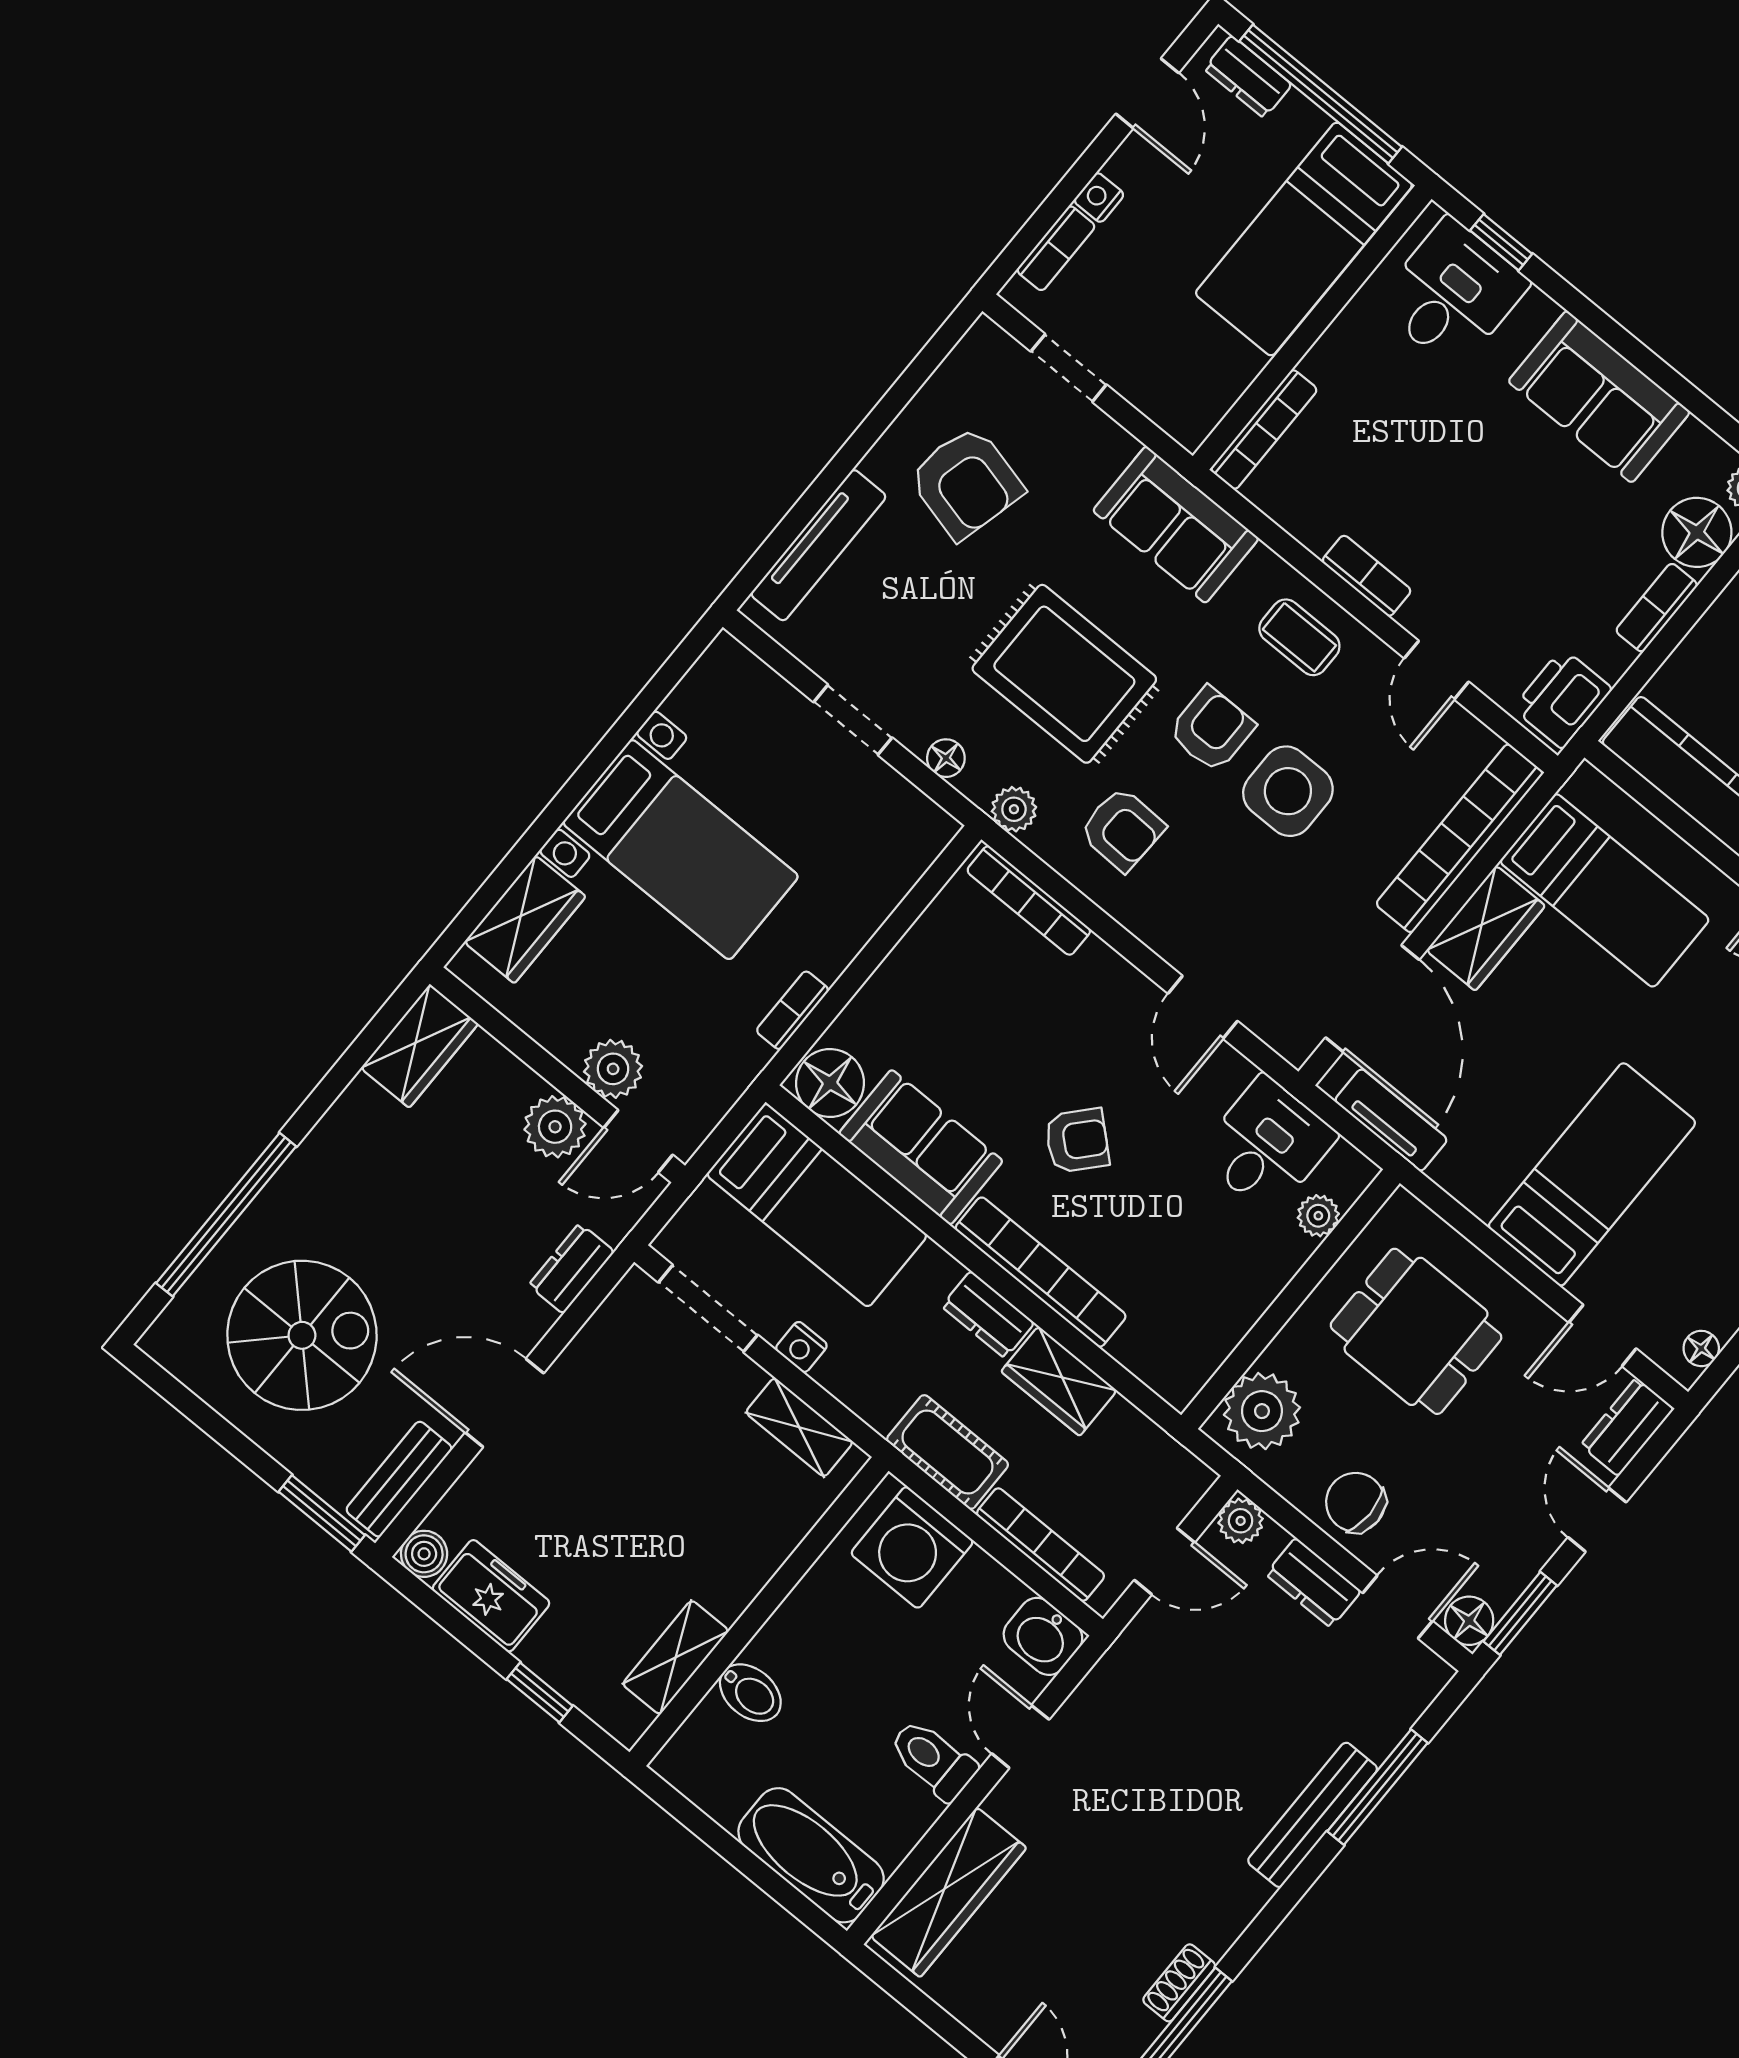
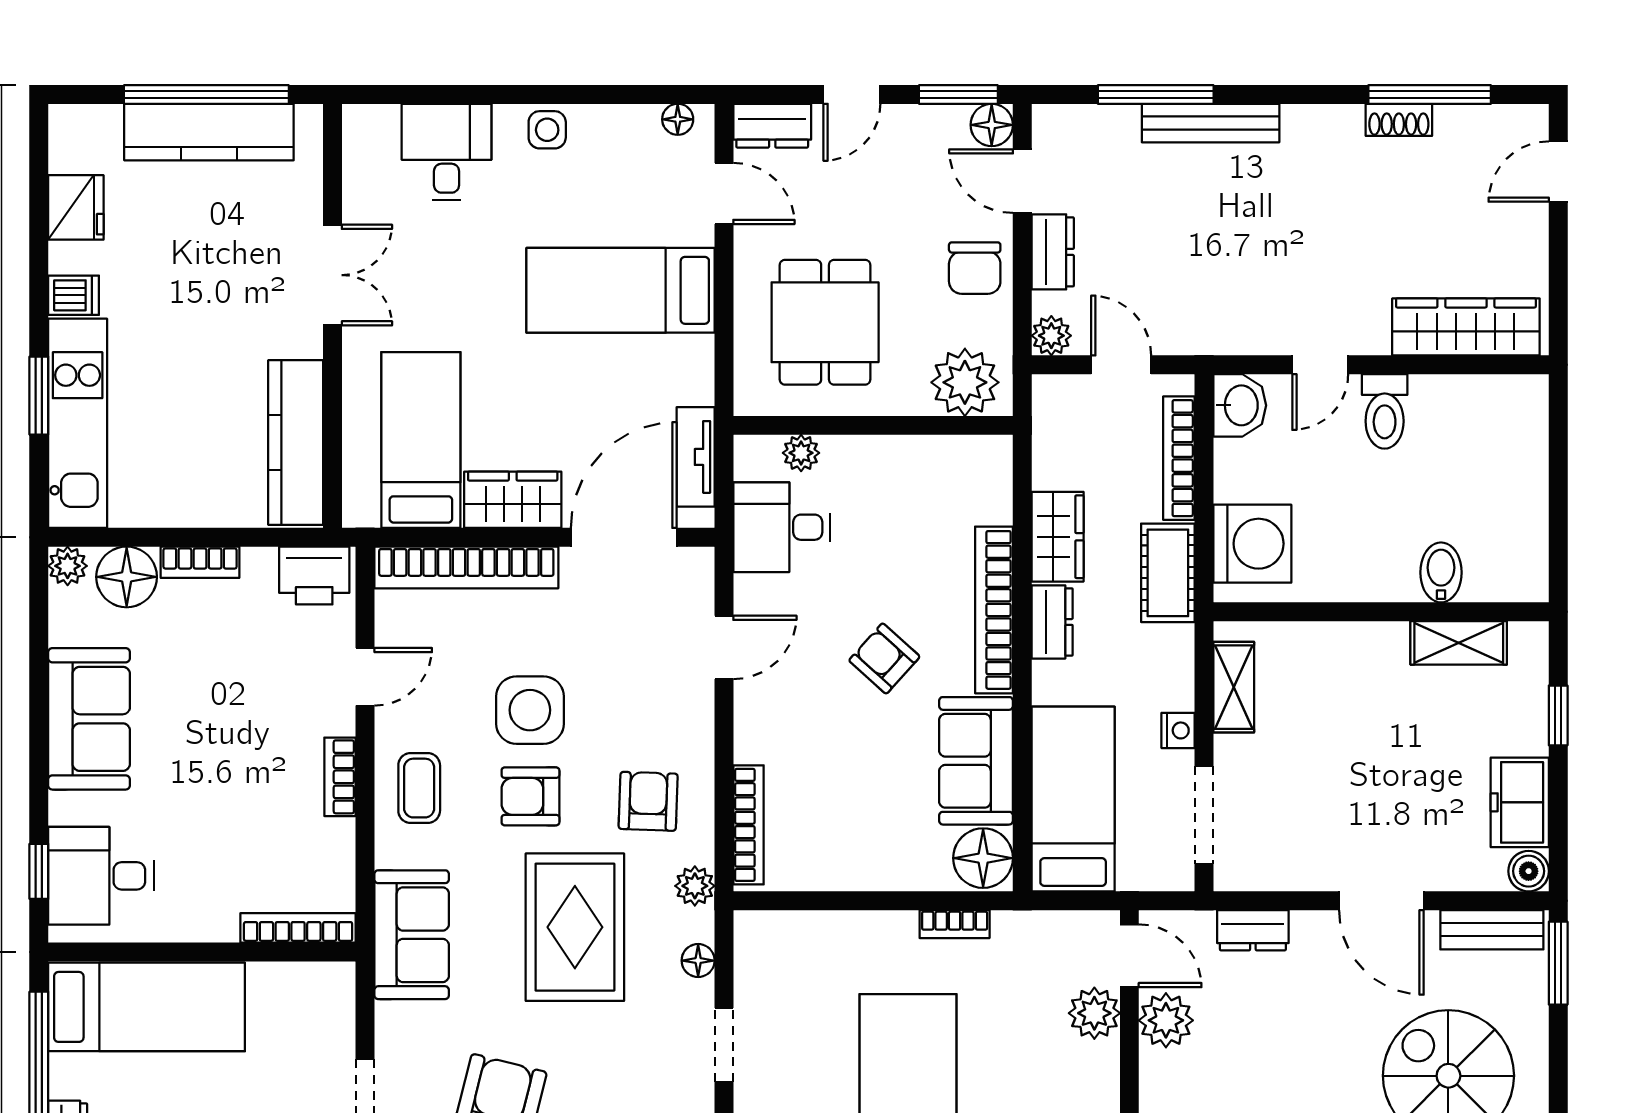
bathtub: (811, 1855) -> (1517, 441), removed

